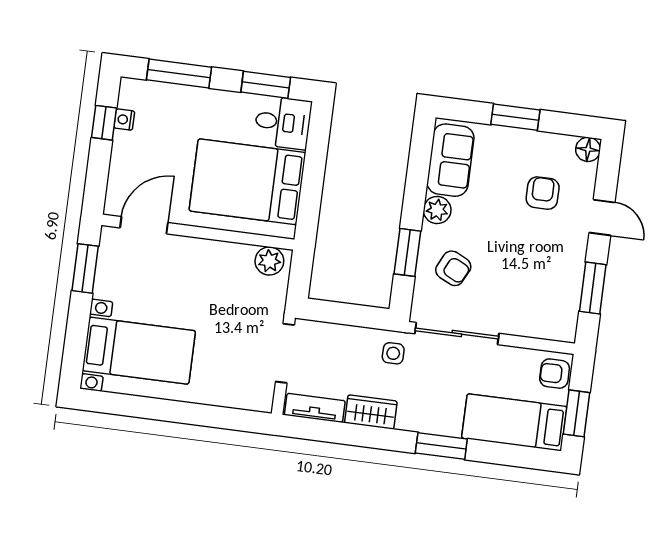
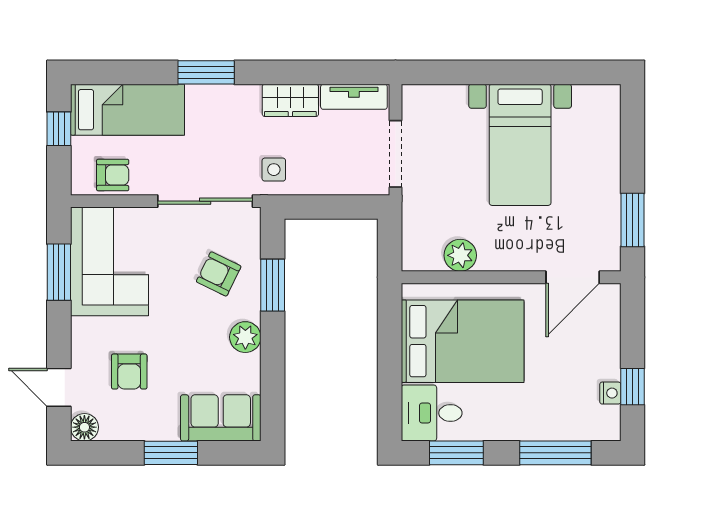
sofa: (450, 160) -> (221, 418), moved, turned 90
door: (602, 217) -> (59, 387), moved
plant: (269, 261) -> (460, 255), moved
corner sofa: (547, 292) -> (109, 261), added
bed with nightstands: (139, 351) -> (520, 145), moved, turned -90
armchair: (555, 374) -> (113, 175), moved
window: (577, 413) -> (59, 129), width x0.67

